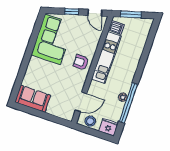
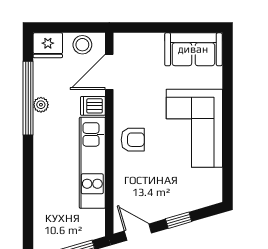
dishwasher: (116, 27) -> (93, 106), moved
corner sofa: (53, 39) -> (194, 128), moved

